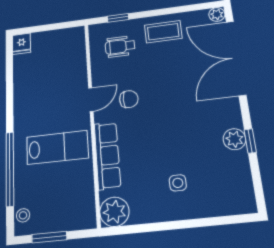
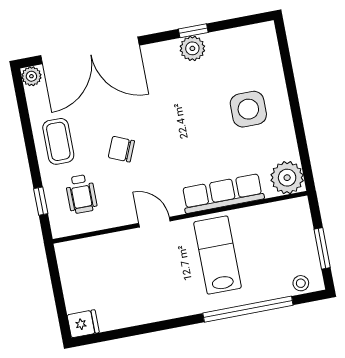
chair: (129, 99) -> (121, 149), moved, turned -67
side table: (178, 183) -> (248, 109), width x1.87, depth x1.87

